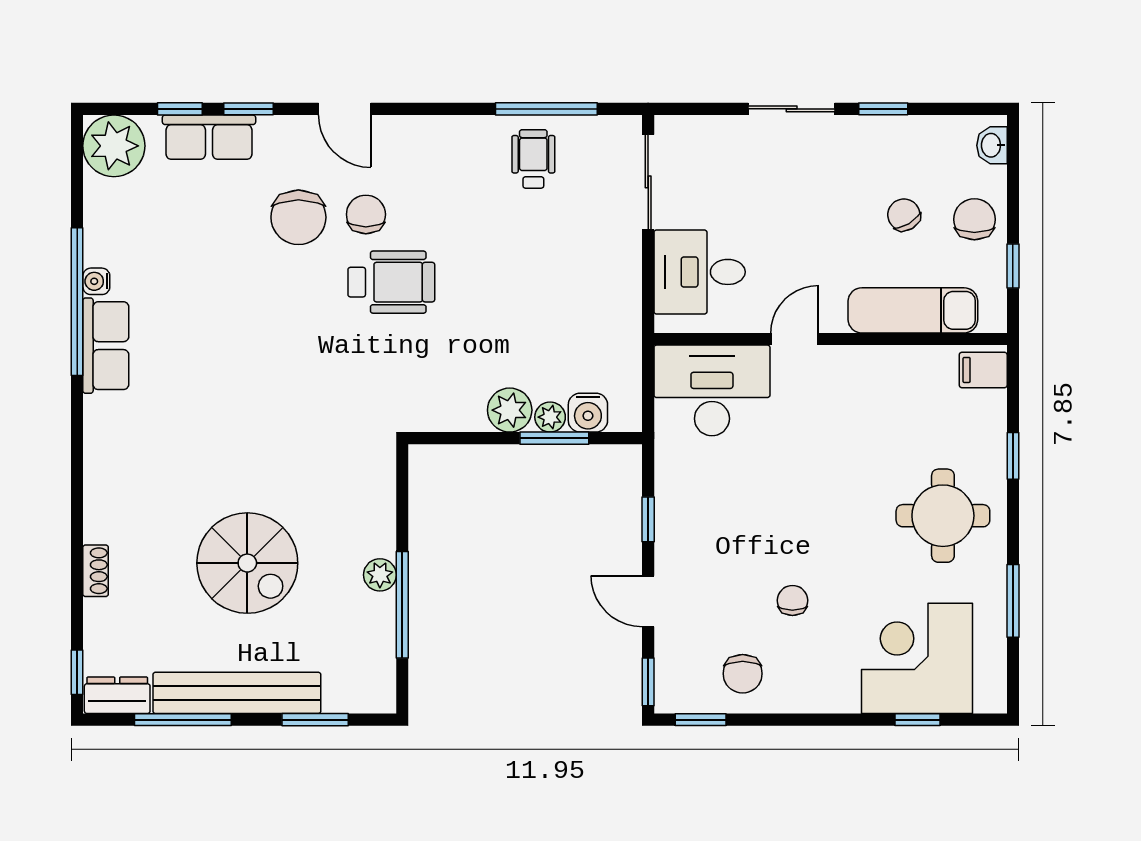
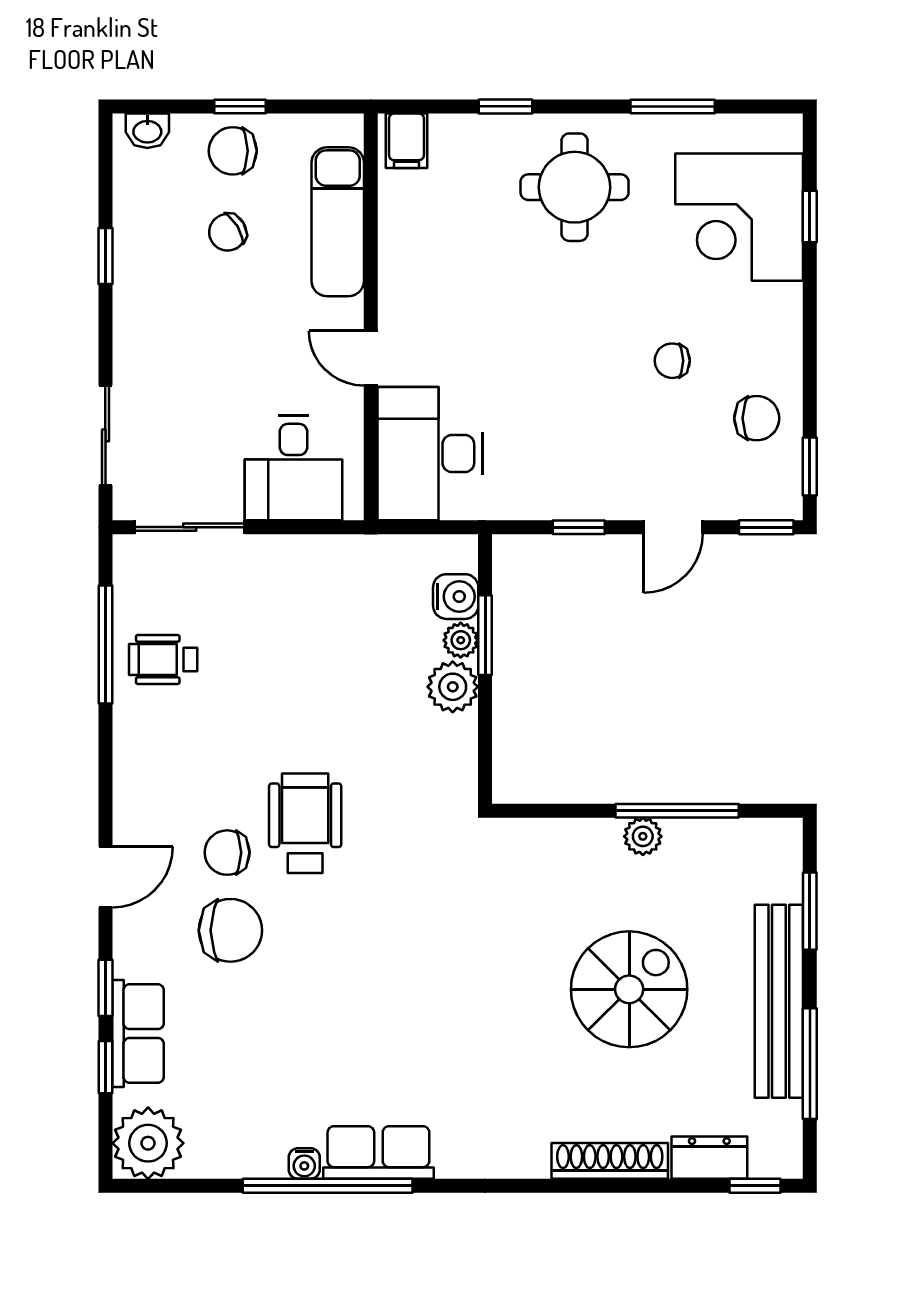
sliding door: (792, 109) -> (105, 435), moved
window: (1013, 266) -> (240, 106), moved
shoe rack: (96, 571) -> (610, 1161), width x1.94, depth x1.24
dresser: (117, 695) -> (709, 1158), moved, turned 90

